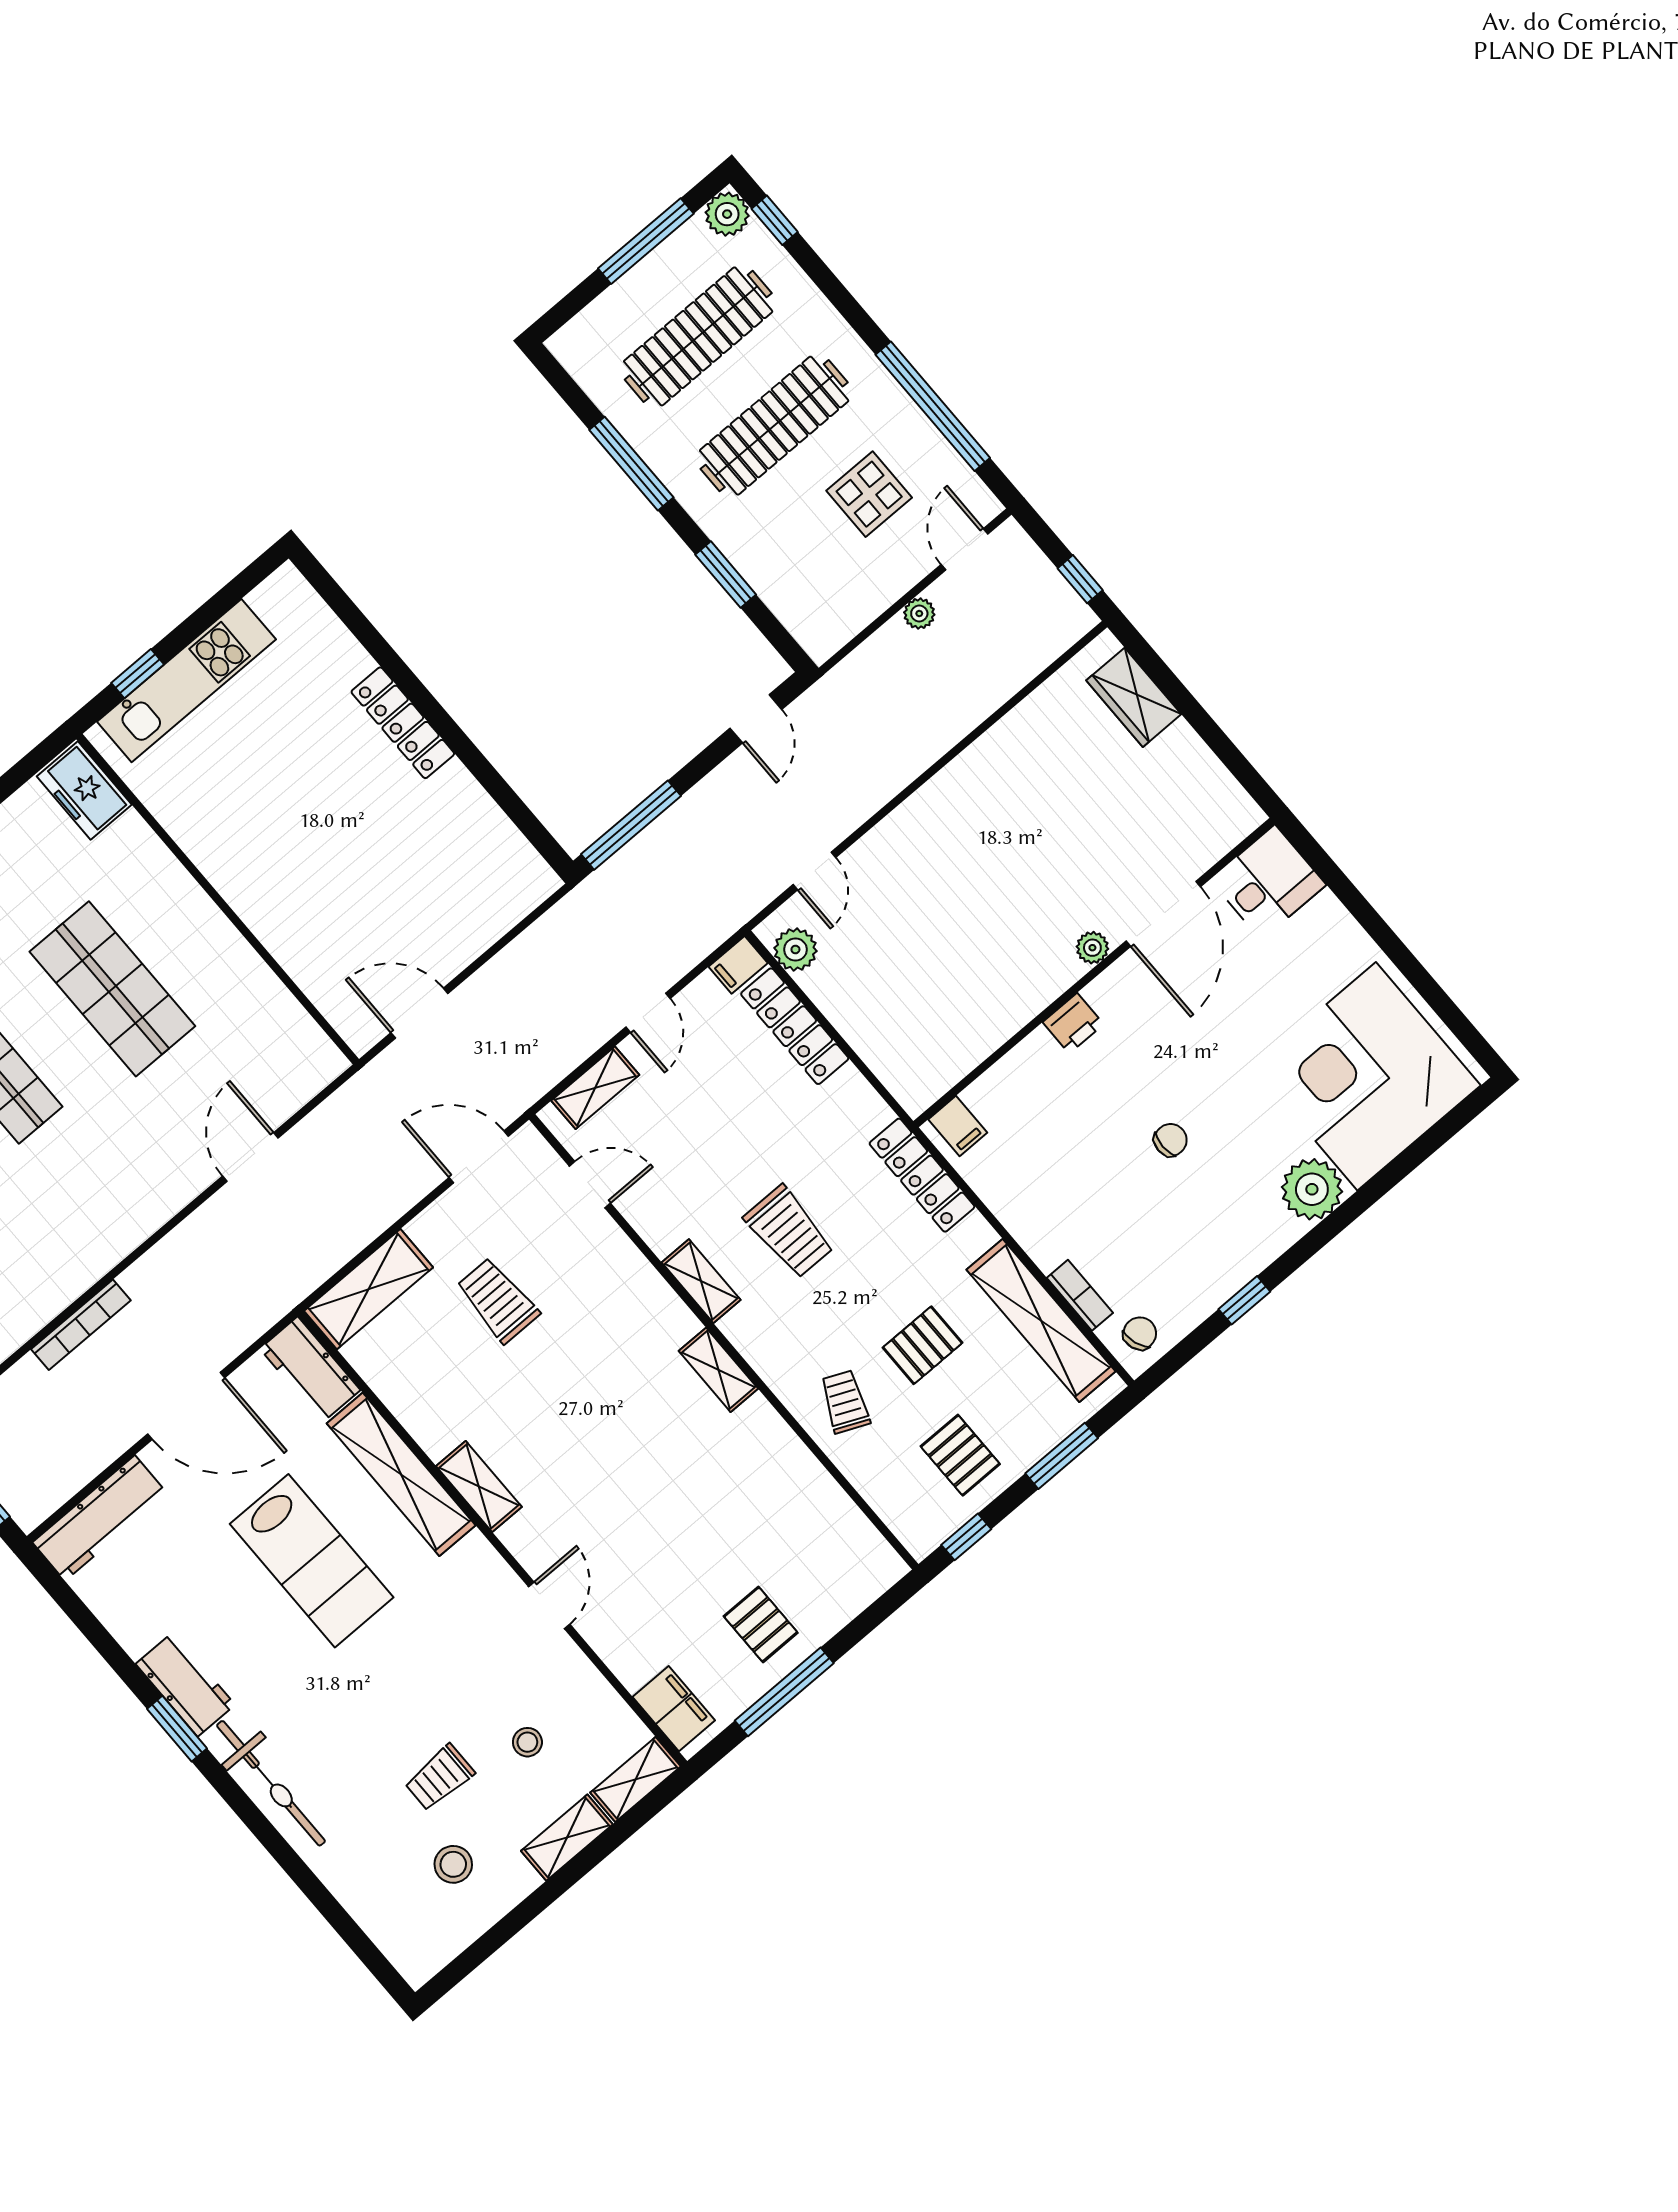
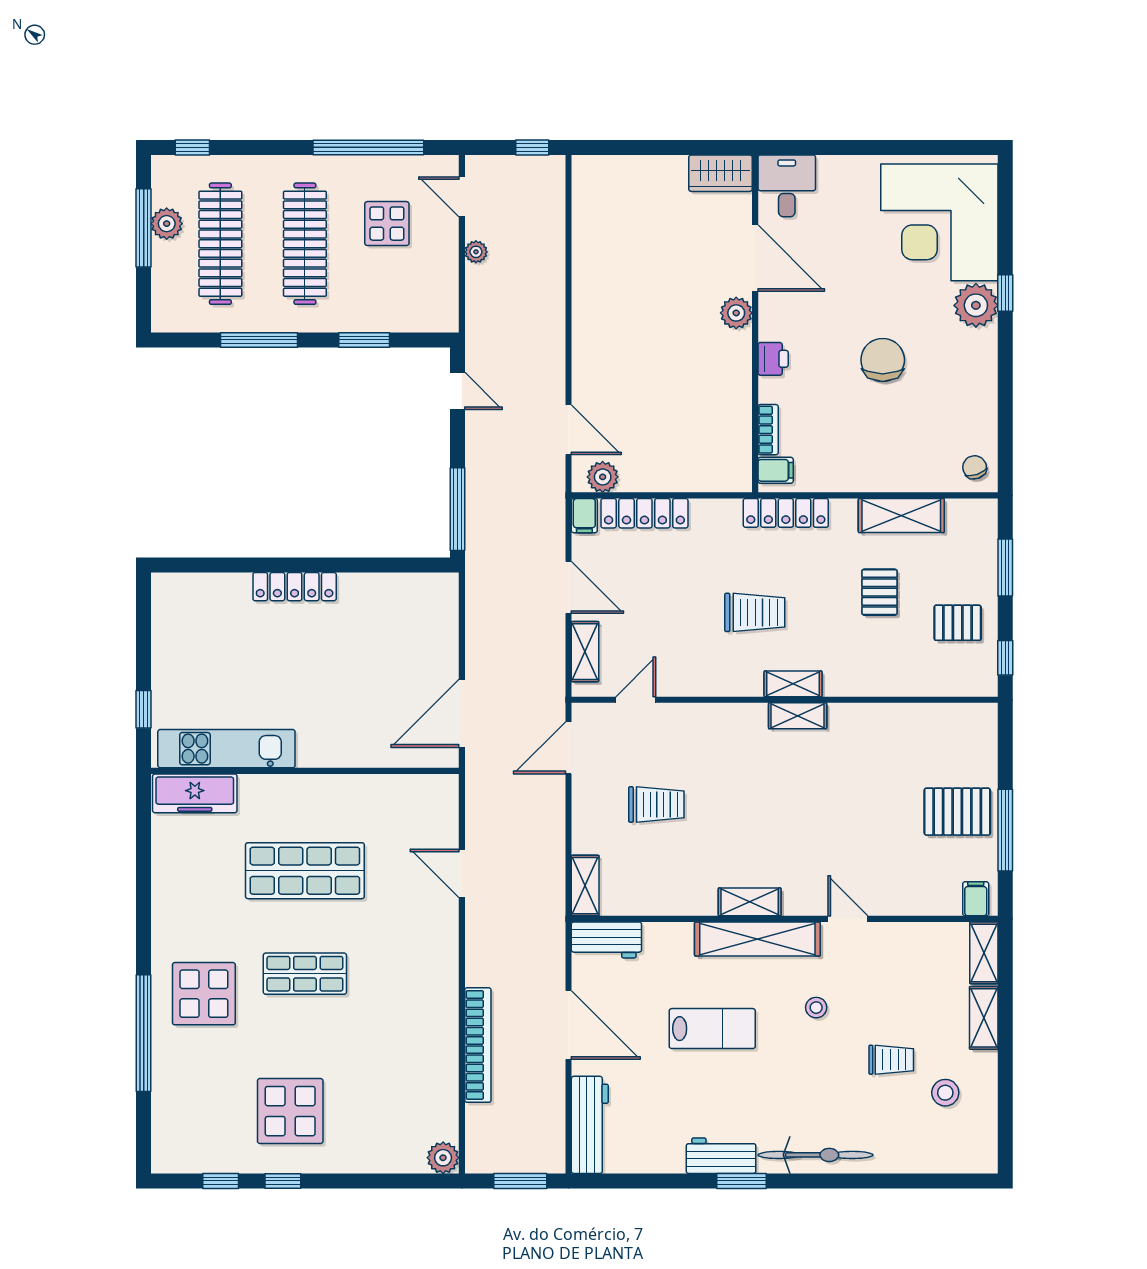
plant: (727, 214) -> (167, 224), moved
kitchen unit: (186, 681) -> (226, 749), moved, turned -90
wardrobe: (1134, 697) -> (720, 173), moved
freezer: (84, 790) -> (195, 793), width x1.40
door: (814, 871) -> (568, 430), width x1.37
plant: (1092, 948) -> (736, 313), width x1.38, depth x1.38
door: (419, 1013) -> (462, 713), width x1.36
door: (648, 1013) -> (568, 587), width x1.38
chair: (1170, 1140) -> (883, 360), width x1.87, depth x1.87
shelving: (701, 1281) -> (793, 684), moved
shelving: (369, 1289) -> (585, 886), width x0.67, depth x0.75
bookcase: (1080, 1295) -> (768, 430), moved, turned 90
trolley: (498, 1300) -> (656, 804), turned 180
window: (1244, 1300) -> (1005, 293), moved
shelving: (1041, 1321) -> (901, 516), width x0.68
bookcase: (81, 1325) -> (478, 1045), width x1.48, depth x1.31
trolley: (845, 1402) -> (874, 661), removed
door: (186, 1406) -> (568, 1025), hinge flipped
shelving: (401, 1474) -> (757, 939), moved
lab bench: (312, 1561) -> (712, 1029), width x0.73, depth x0.72
pallet: (761, 1624) -> (957, 812), width x1.50, depth x1.42
filing cabinet: (674, 1709) -> (976, 899), width x0.50
stool: (527, 1742) -> (816, 1008), moved
trolley: (440, 1778) -> (891, 1060), turned -90

